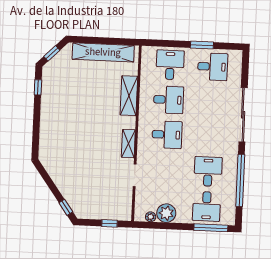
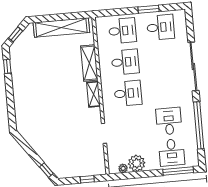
desk: (170, 65) -> (122, 31), turned 90
shelving: (128, 144) -> (94, 94), moved

